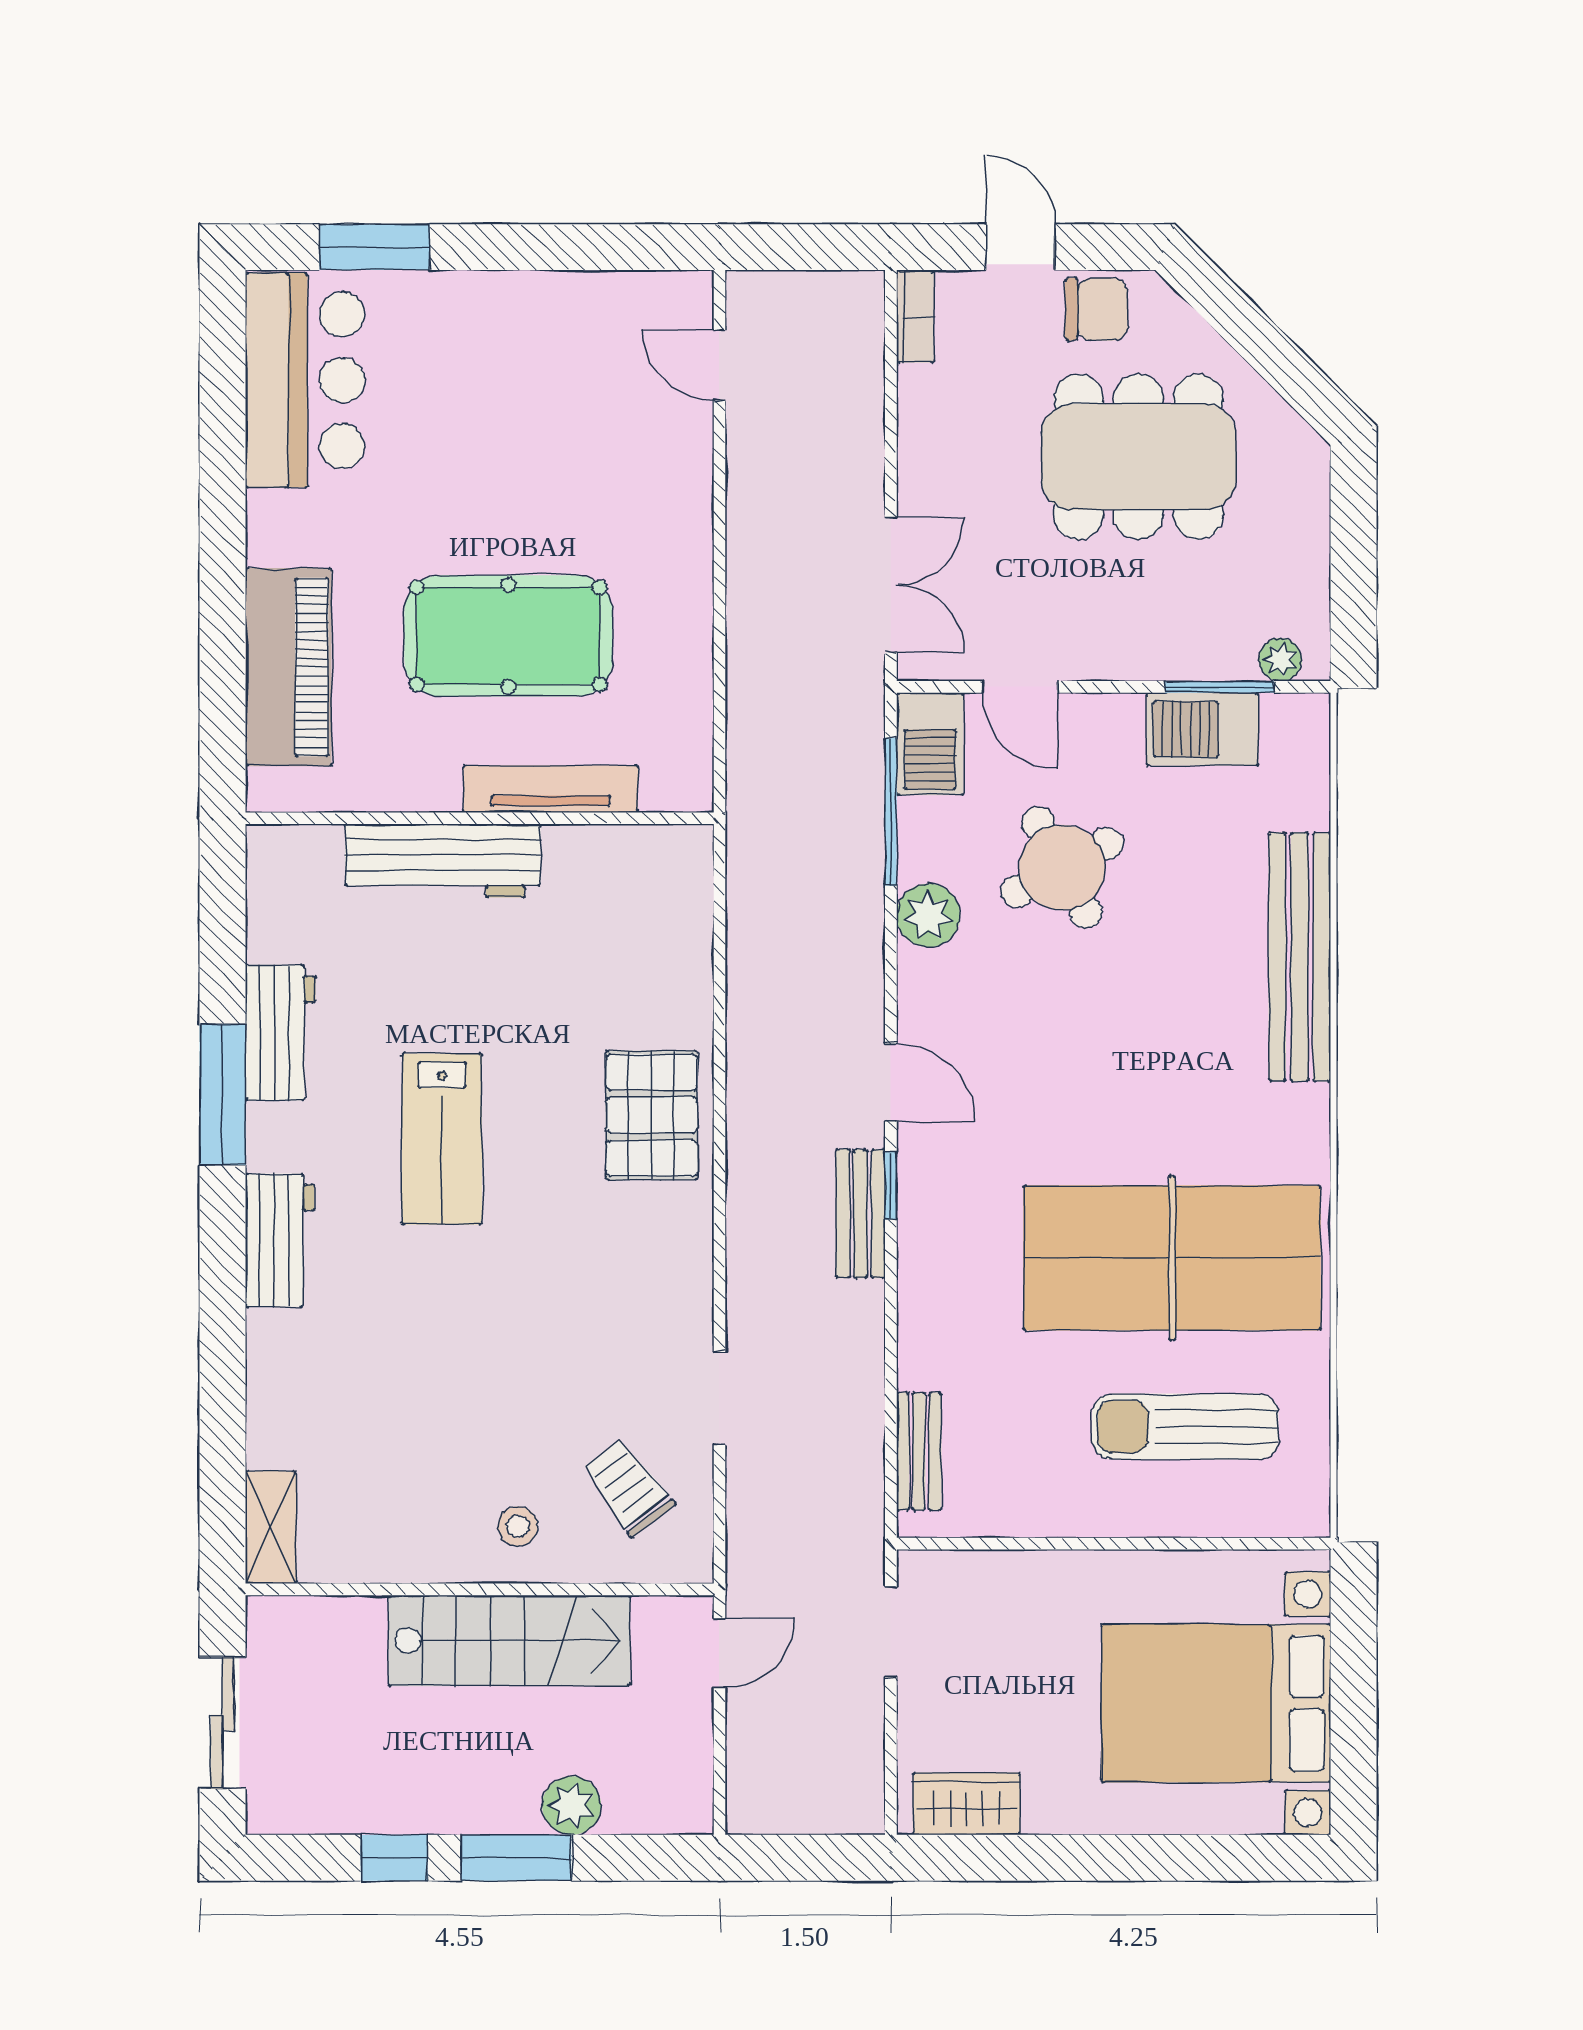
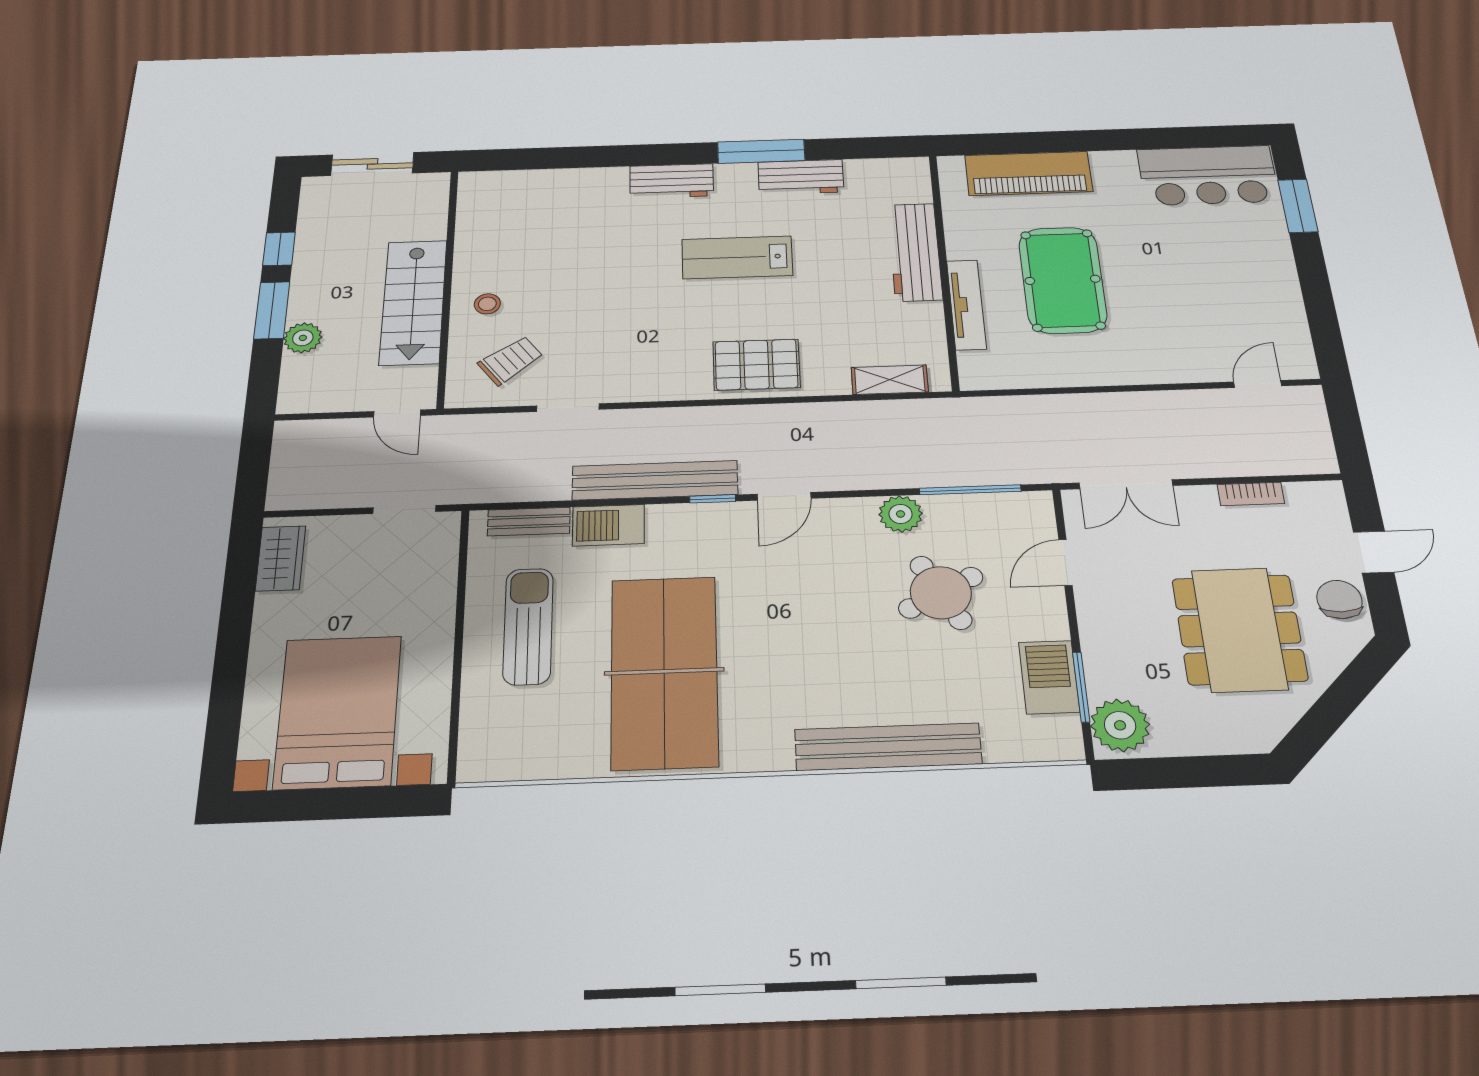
chair: (1096, 309) -> (1339, 599), turned 180
bookcase: (915, 316) -> (1251, 494), moved
plant: (1280, 660) -> (1120, 725), width x1.88, depth x1.88
barbecue: (930, 744) -> (608, 525), moved
bench: (860, 1214) -> (655, 480), width x1.86, depth x1.21
sun lounger: (1185, 1427) -> (528, 626), moved
shelving: (271, 1527) -> (890, 380), moved

